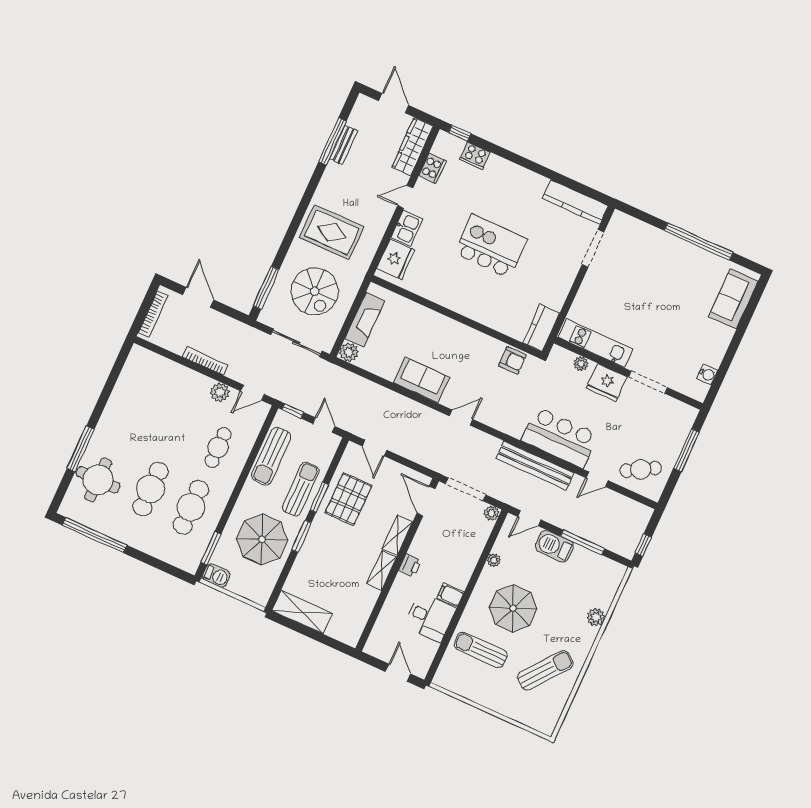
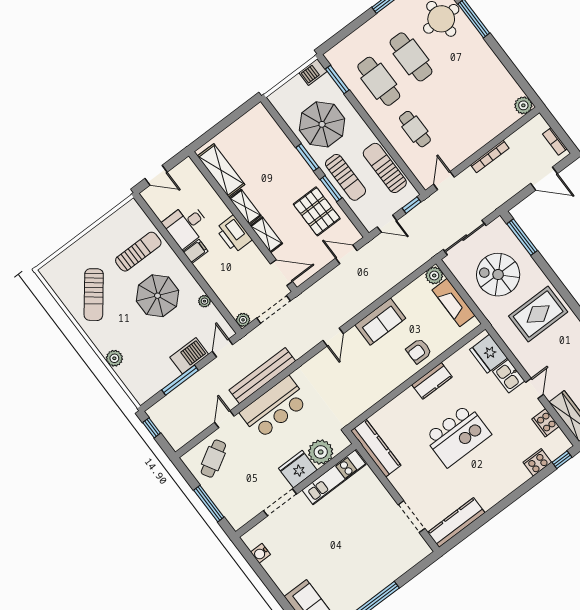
kitchen counter: (452, 299) -> (432, 381), added
bookcase: (153, 314) -> (555, 141), width x0.64
kitchen counter: (541, 328) -> (376, 448), width x1.50
armchair: (512, 360) -> (419, 351), moved
plant: (581, 364) -> (321, 452), width x1.88, depth x1.88
plant: (220, 392) -> (523, 105), moved
printer: (410, 565) -> (234, 234), width x1.87, depth x1.48
shelving: (302, 612) -> (221, 170), moved, turned 90

